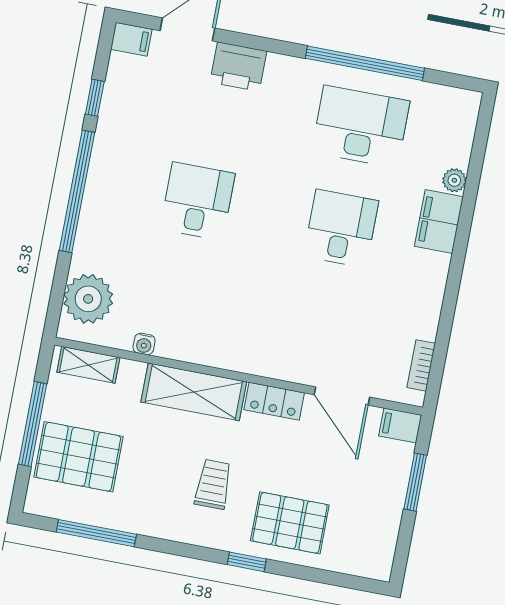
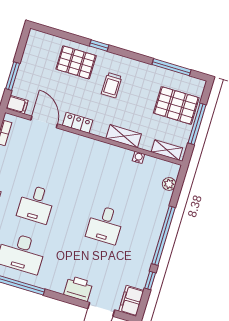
filing cabinet: (131, 39) -> (131, 301), width x2.00
plant: (88, 299) -> (169, 184), width x0.53, depth x0.53
shelving: (194, 392) -> (124, 136), width x0.67, depth x0.75

